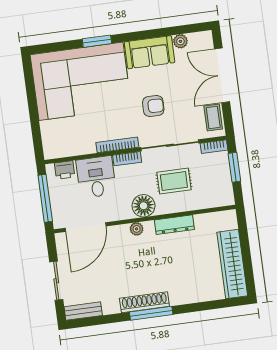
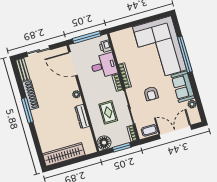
window: (97, 41) -> (185, 54), width x2.11
floor lamp: (144, 206) -> (104, 143), moved
shoe rack: (144, 302) -> (30, 95), moved

